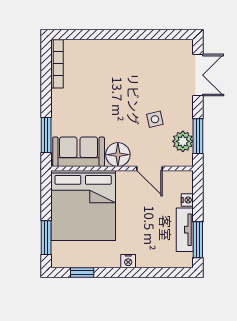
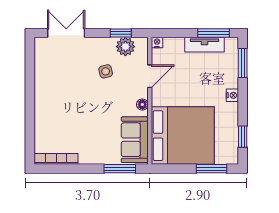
window: (198, 136) -> (121, 33), width x0.67
floor lamp: (118, 155) -> (142, 105), width x0.53, depth x0.53
nightstand: (187, 200) -> (157, 42), moved
window: (164, 273) -> (243, 63), added

